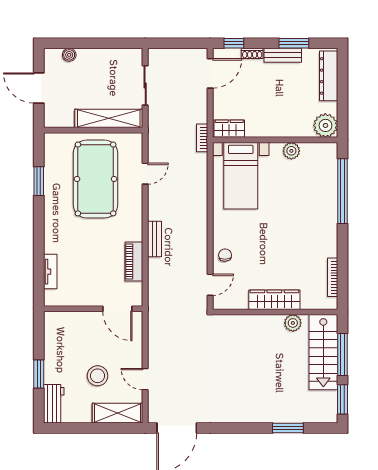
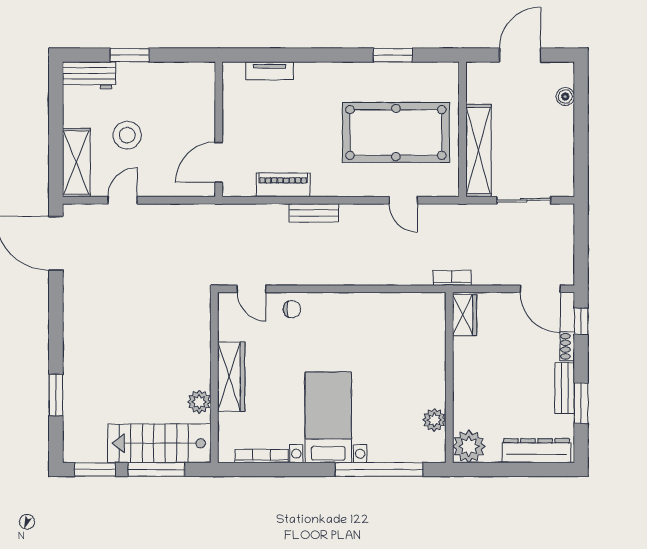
plant: (291, 151) -> (434, 420), moved
bed with nightstands: (241, 176) -> (328, 417), moved, turned 90

